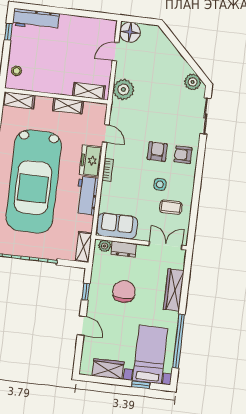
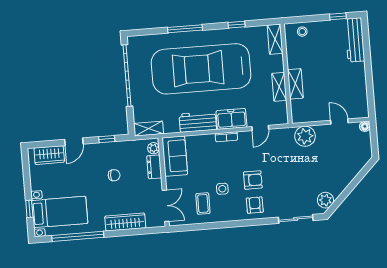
floor lamp: (130, 32) -> (365, 126), width x0.53, depth x0.53
shelving: (89, 91) -> (295, 84), moved
chair: (124, 292) -> (114, 175), width x0.54, depth x0.54
wardrobe: (108, 369) -> (49, 155), moved, turned 90

